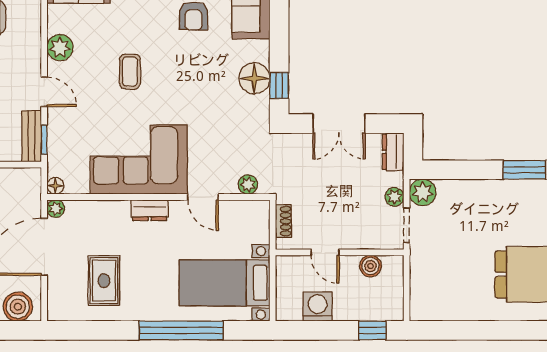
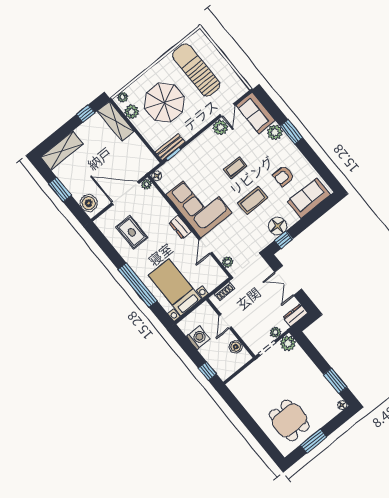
coffee table: (193, 84) -> (253, 201), added
door: (44, 92) -> (227, 110), moved
rug: (104, 281) -> (132, 232), turned 90

